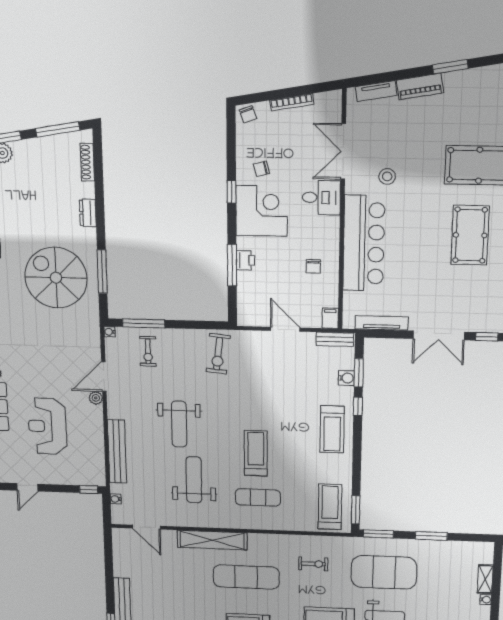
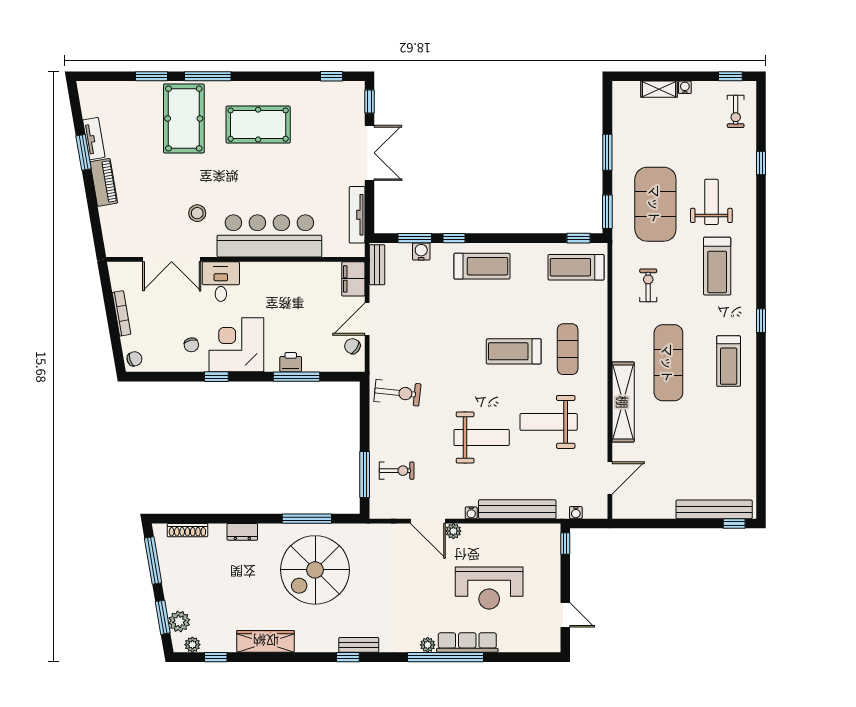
tv unit: (376, 91) -> (94, 139), moved
chair: (313, 266) -> (352, 346), moved, turned -146
filing cabinet: (330, 318) -> (353, 279), width x2.00
water cooler: (110, 332) -> (471, 513), moved
window: (356, 510) -> (578, 238), width x0.67

